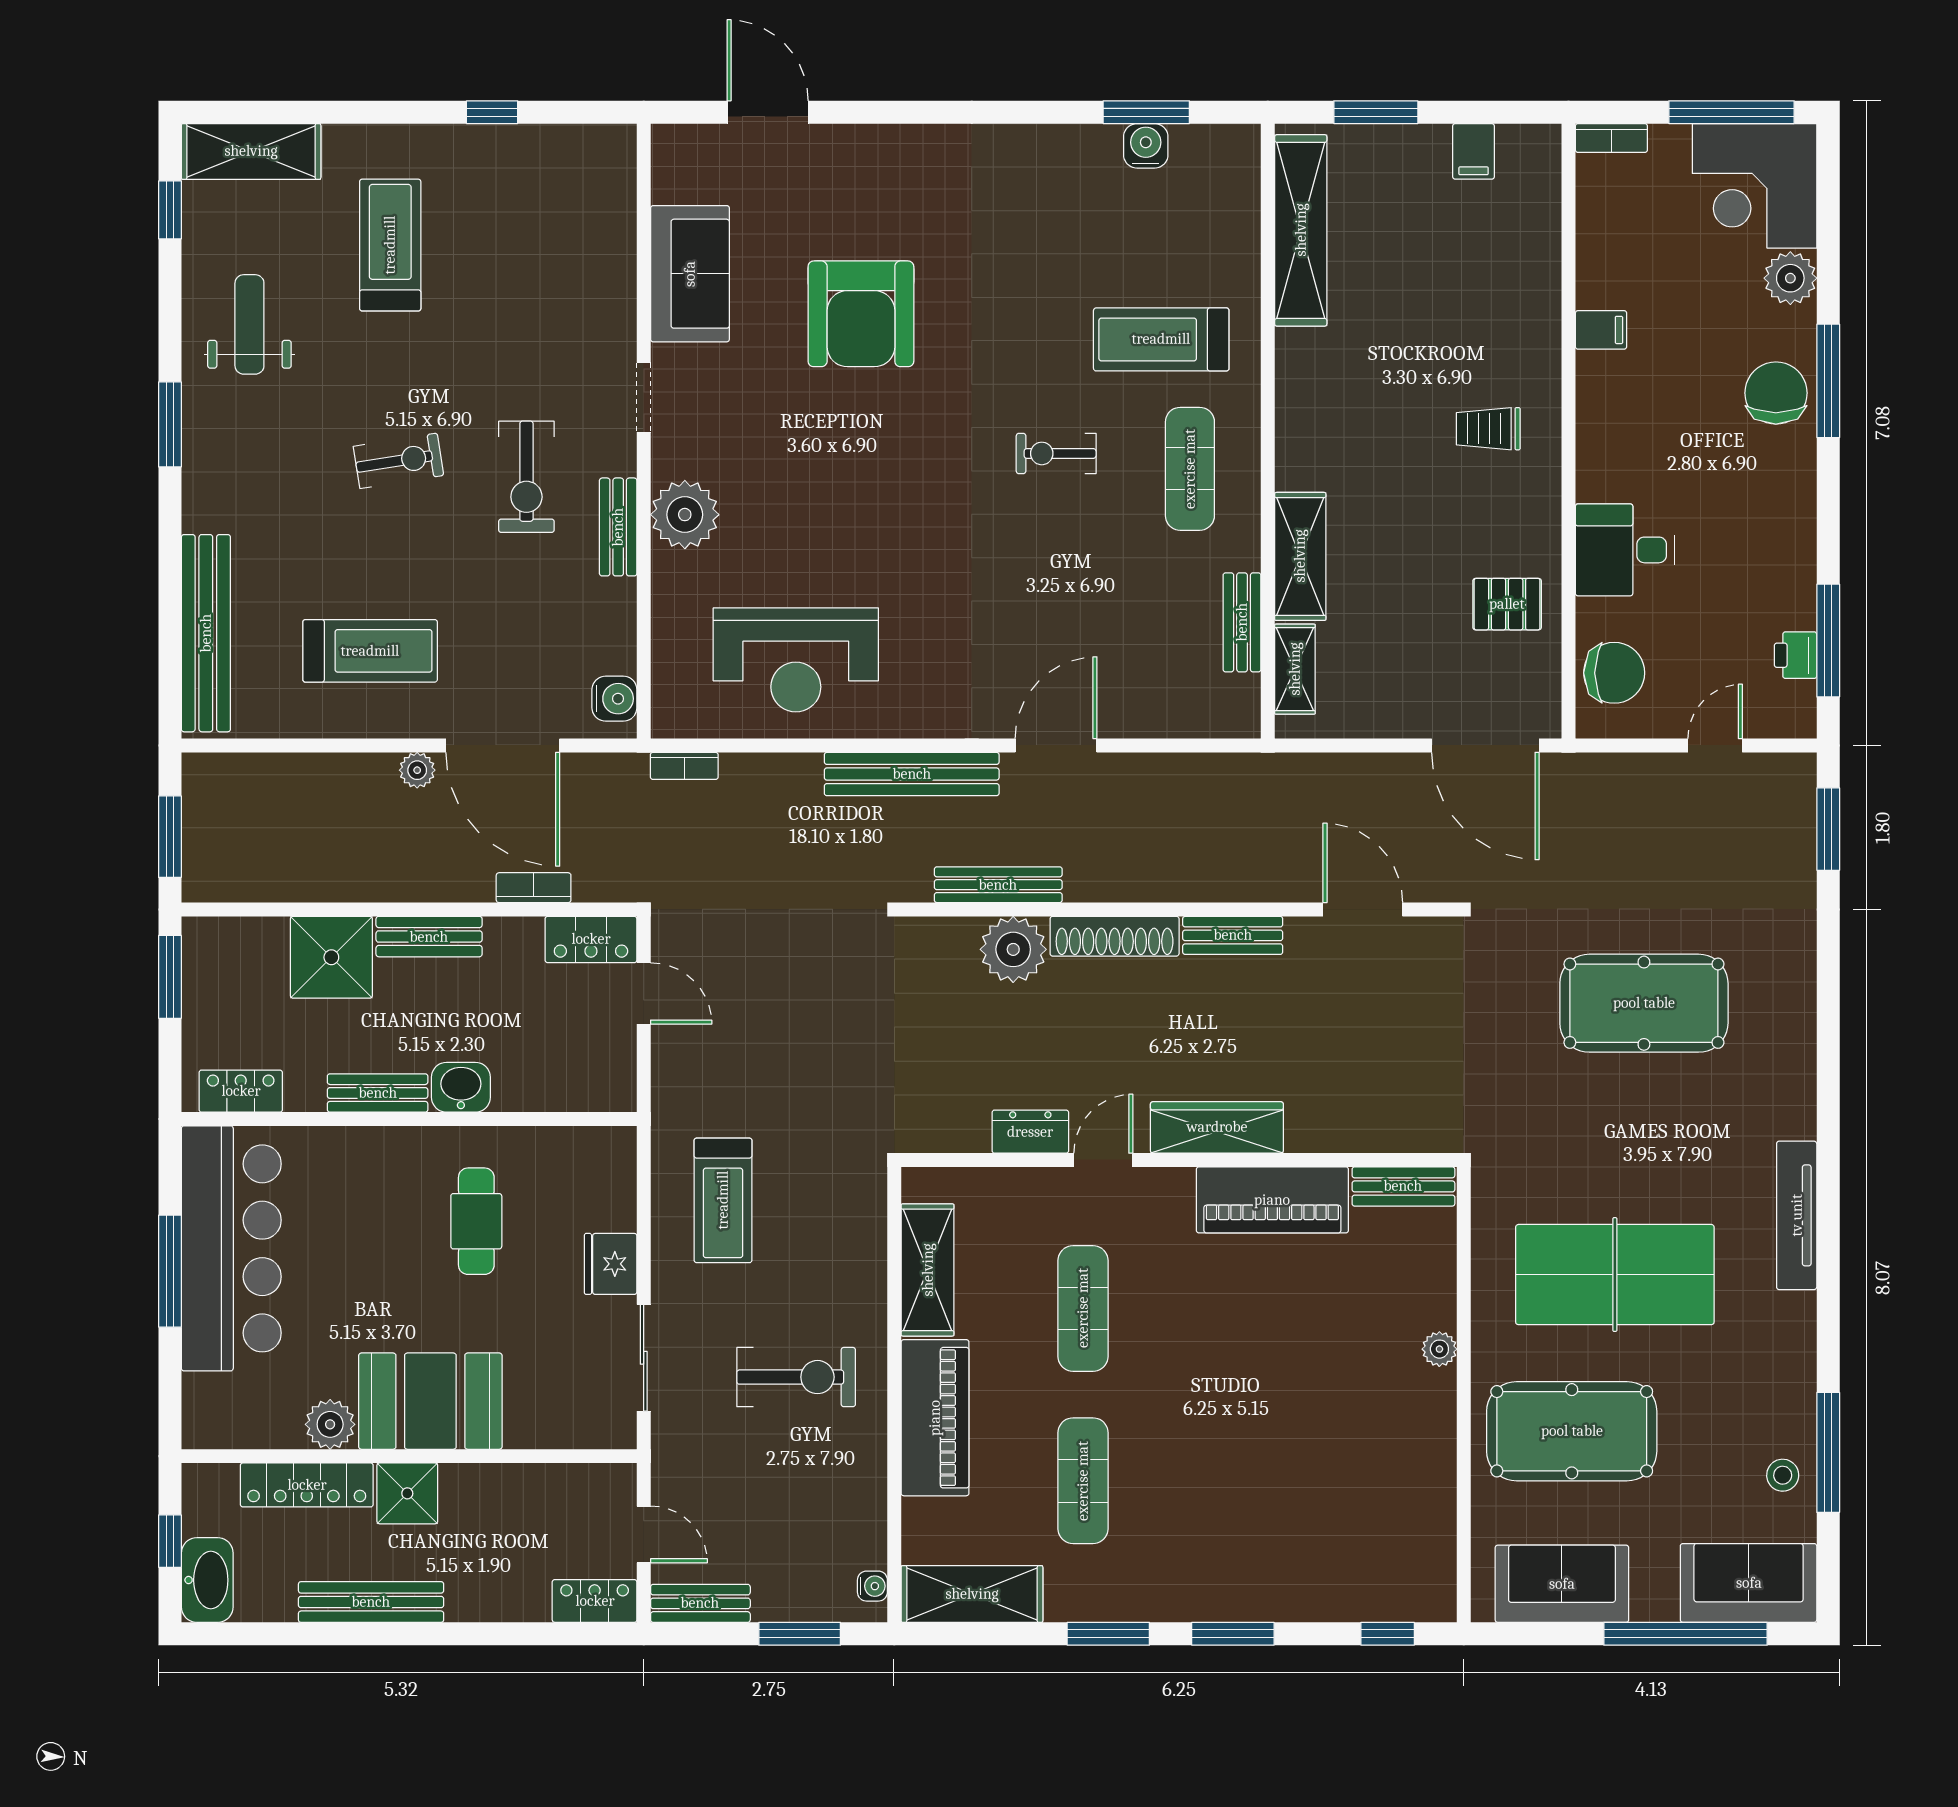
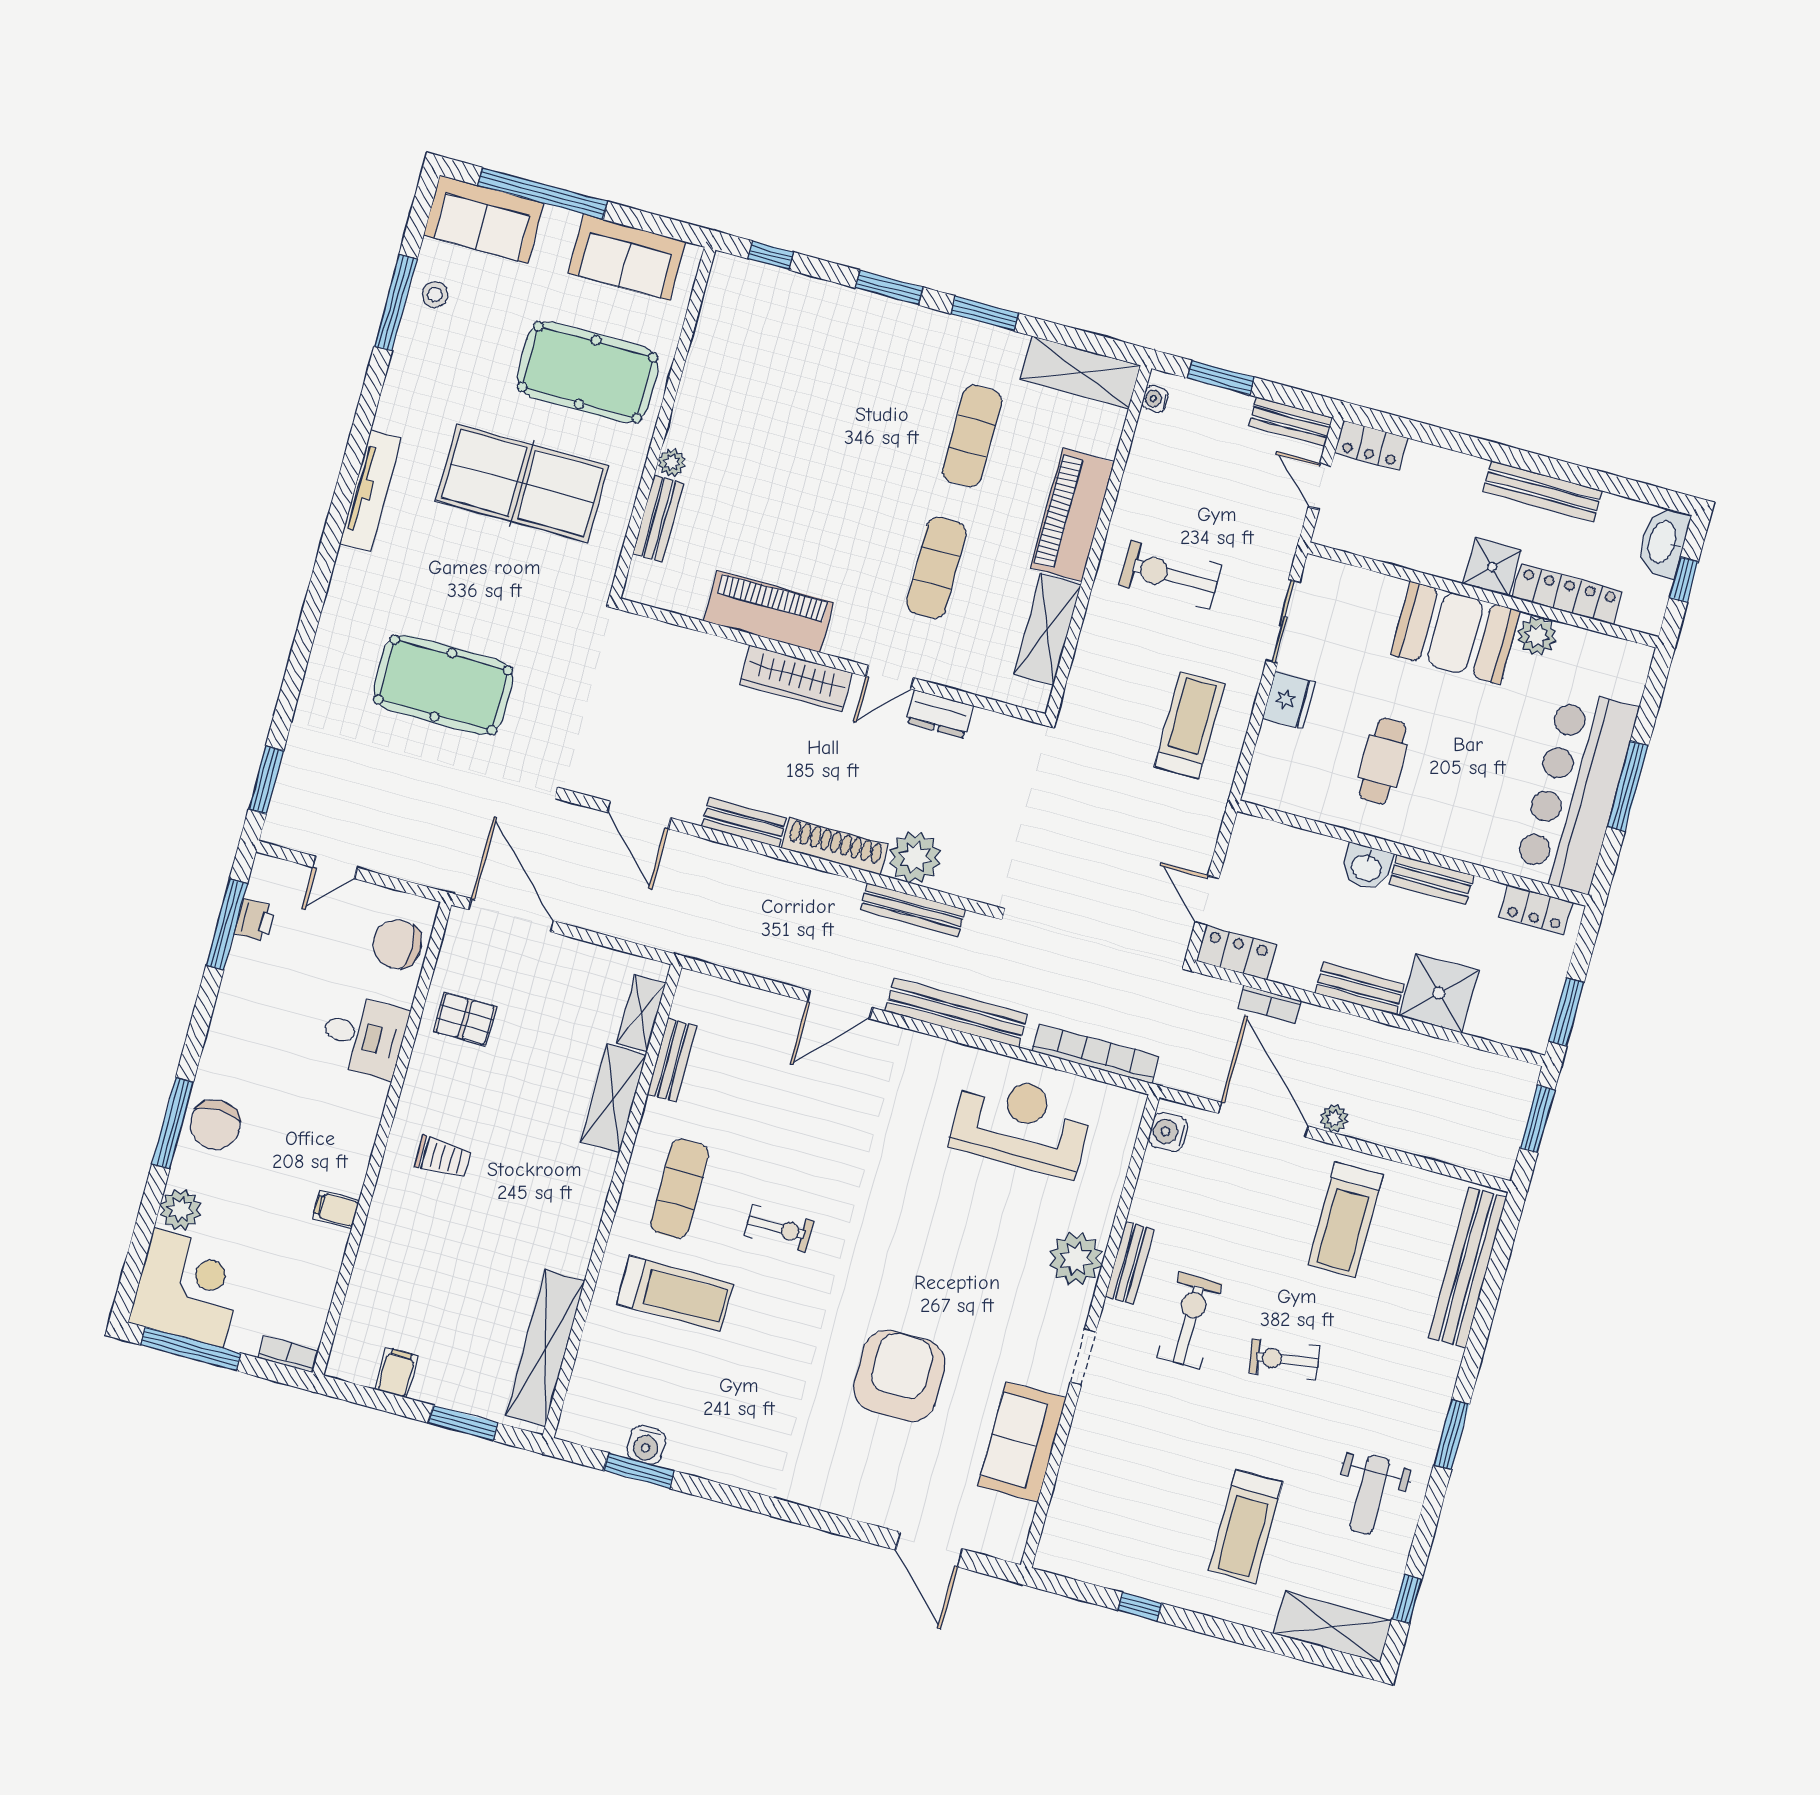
treadmill: (370, 651) -> (1345, 1220), turned -90
bookcase: (684, 766) -> (1095, 1054), width x2.31, depth x1.31
bench: (1403, 1186) -> (658, 519), moved, turned 90

